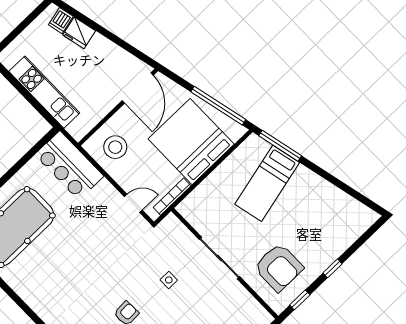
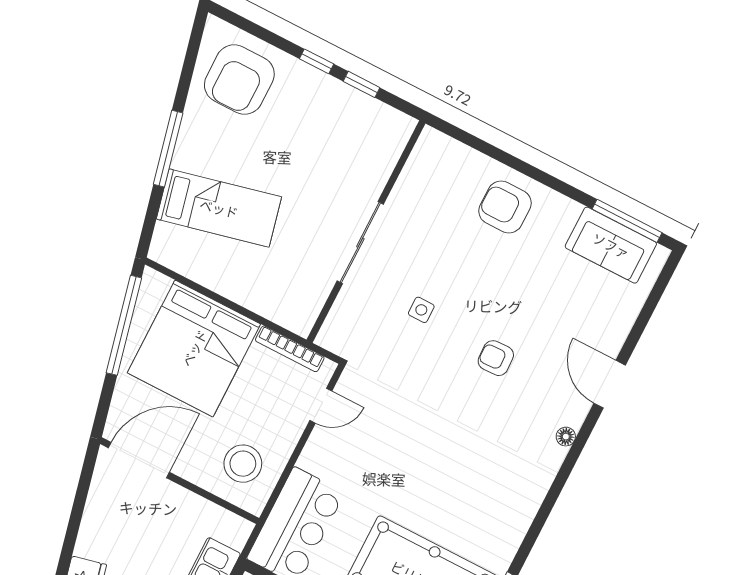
window: (280, 146) -> (168, 149), moved
door: (133, 203) -> (321, 406), swing flipped
armchair: (279, 267) -> (239, 79), moved, turned 180
window: (300, 300) -> (361, 84), moved

